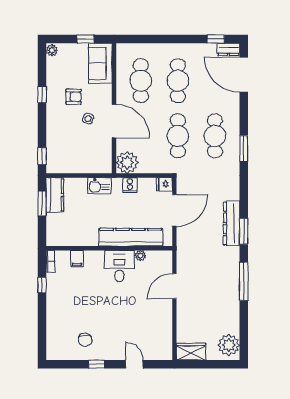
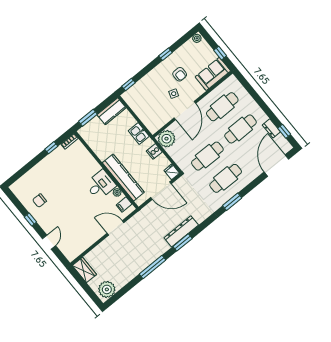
dresser: (228, 49) -> (271, 128), moved
window: (42, 204) -> (88, 118), moved
filing cabinet: (77, 259) -> (124, 205), moved

